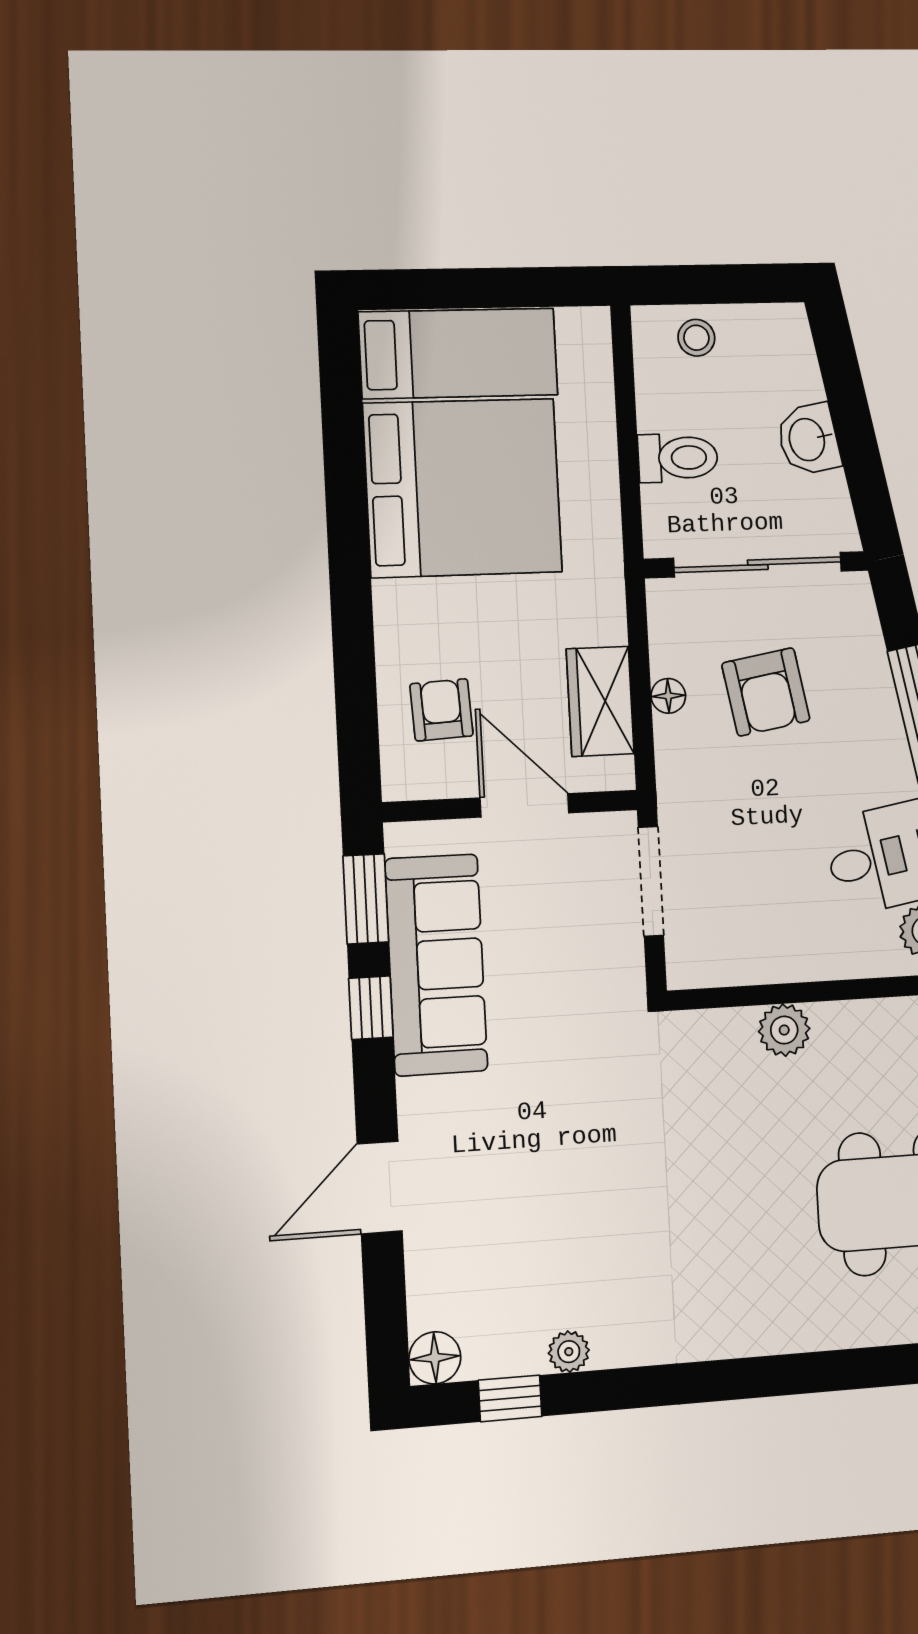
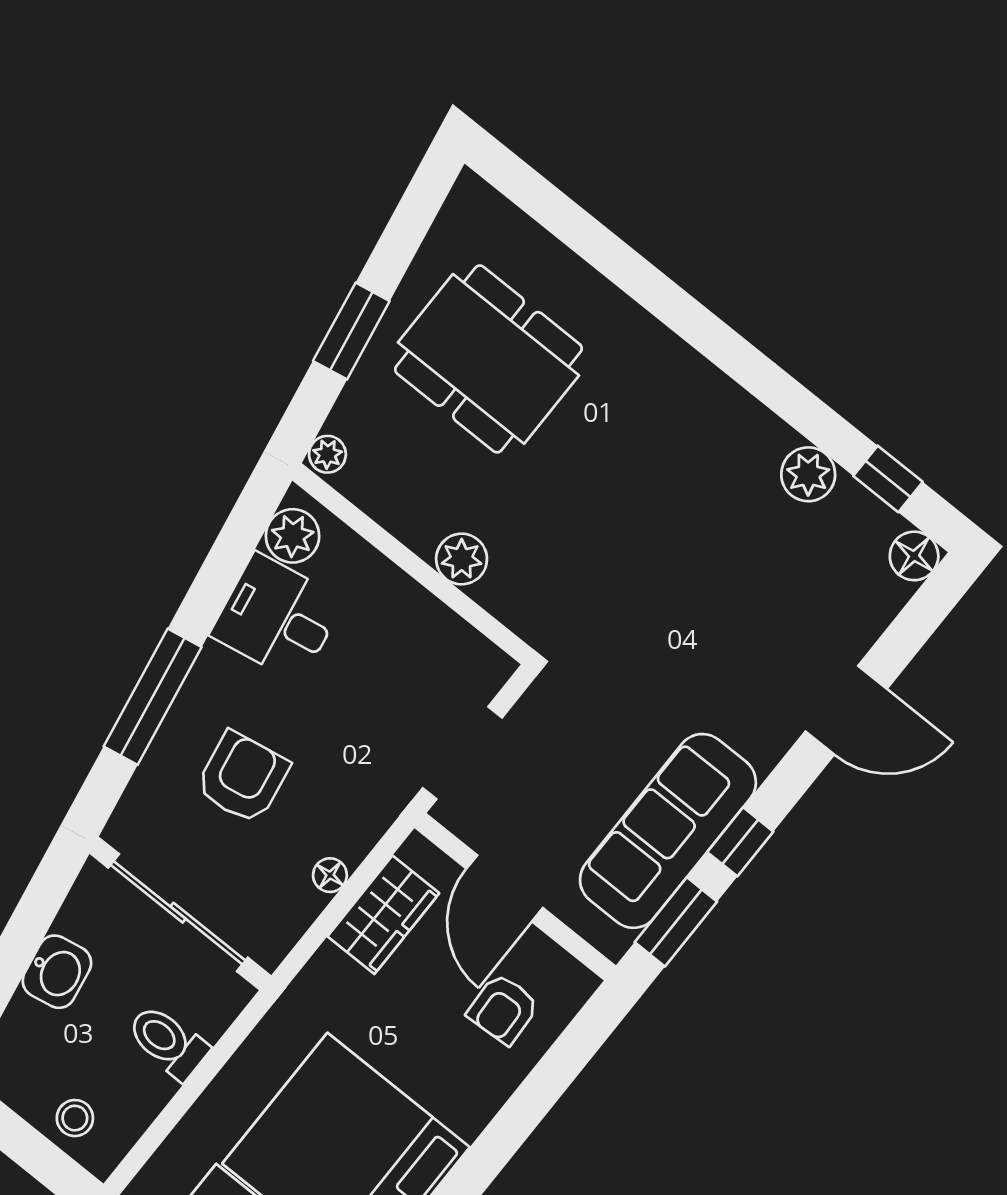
armchair: (766, 692) -> (242, 777), moved
plant: (569, 1352) -> (808, 474), width x1.38, depth x1.38

